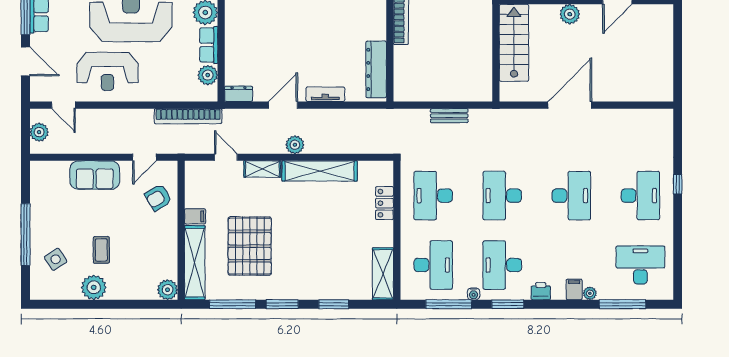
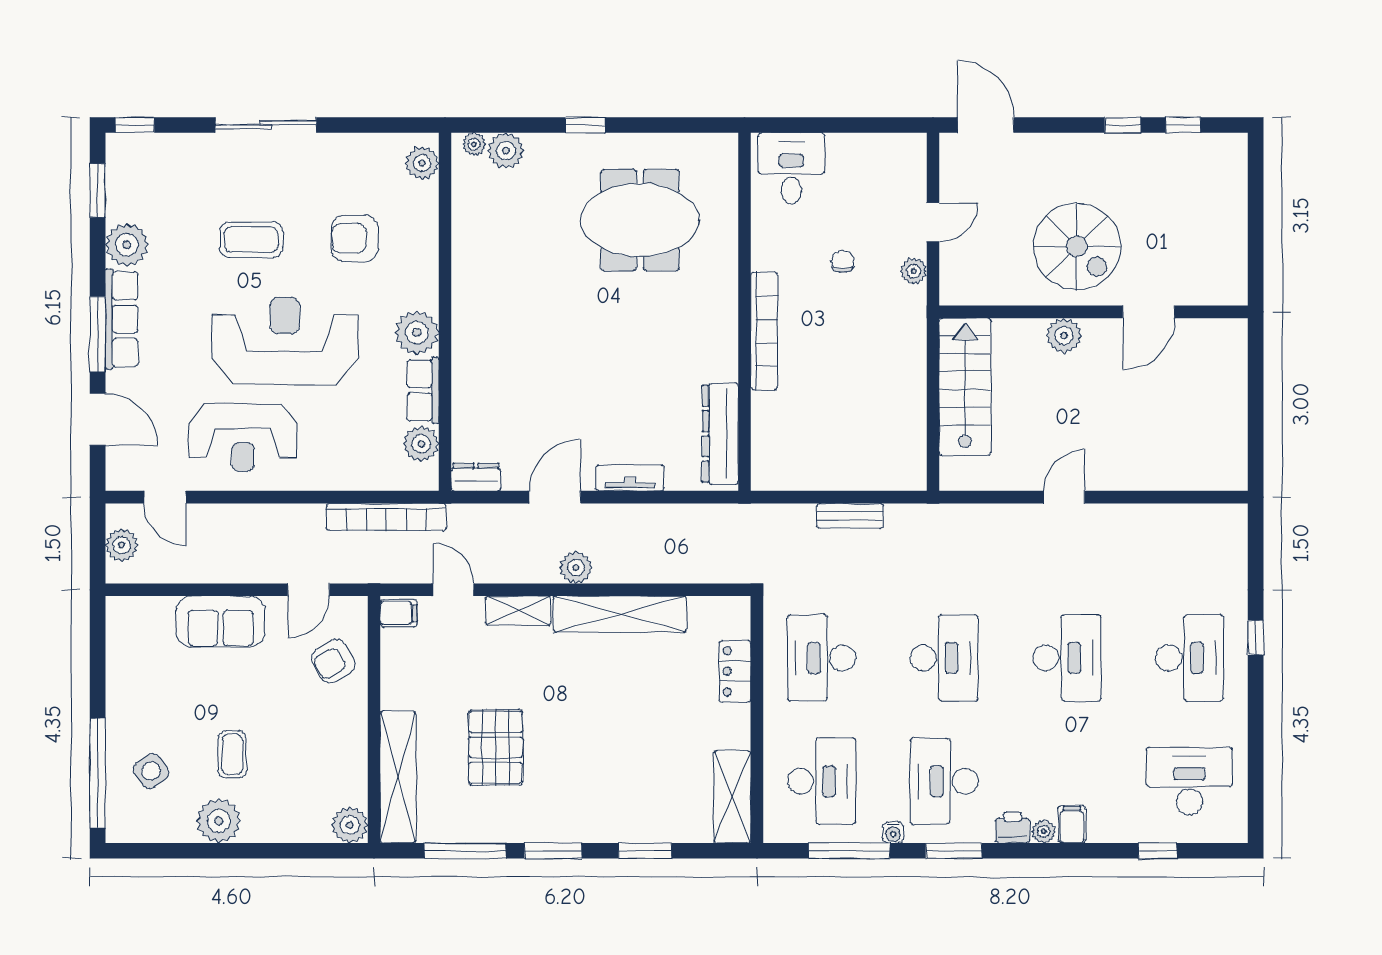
door: (570, 105) -> (1064, 497), width x0.53
desk: (502, 196) -> (944, 658), turned 180
filing cabinet: (195, 216) -> (399, 613), moved
window: (26, 235) -> (98, 773), moved
pallet: (250, 246) -> (496, 747), width x0.73, depth x0.71
plant: (590, 293) -> (1044, 831), moved
window: (623, 304) -> (1158, 851), width x0.46

